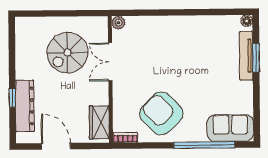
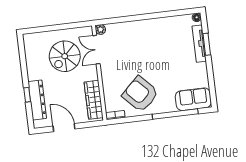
double door: (110, 62) -> (96, 50), moved
wardrobe: (99, 122) -> (94, 100), width x1.50

